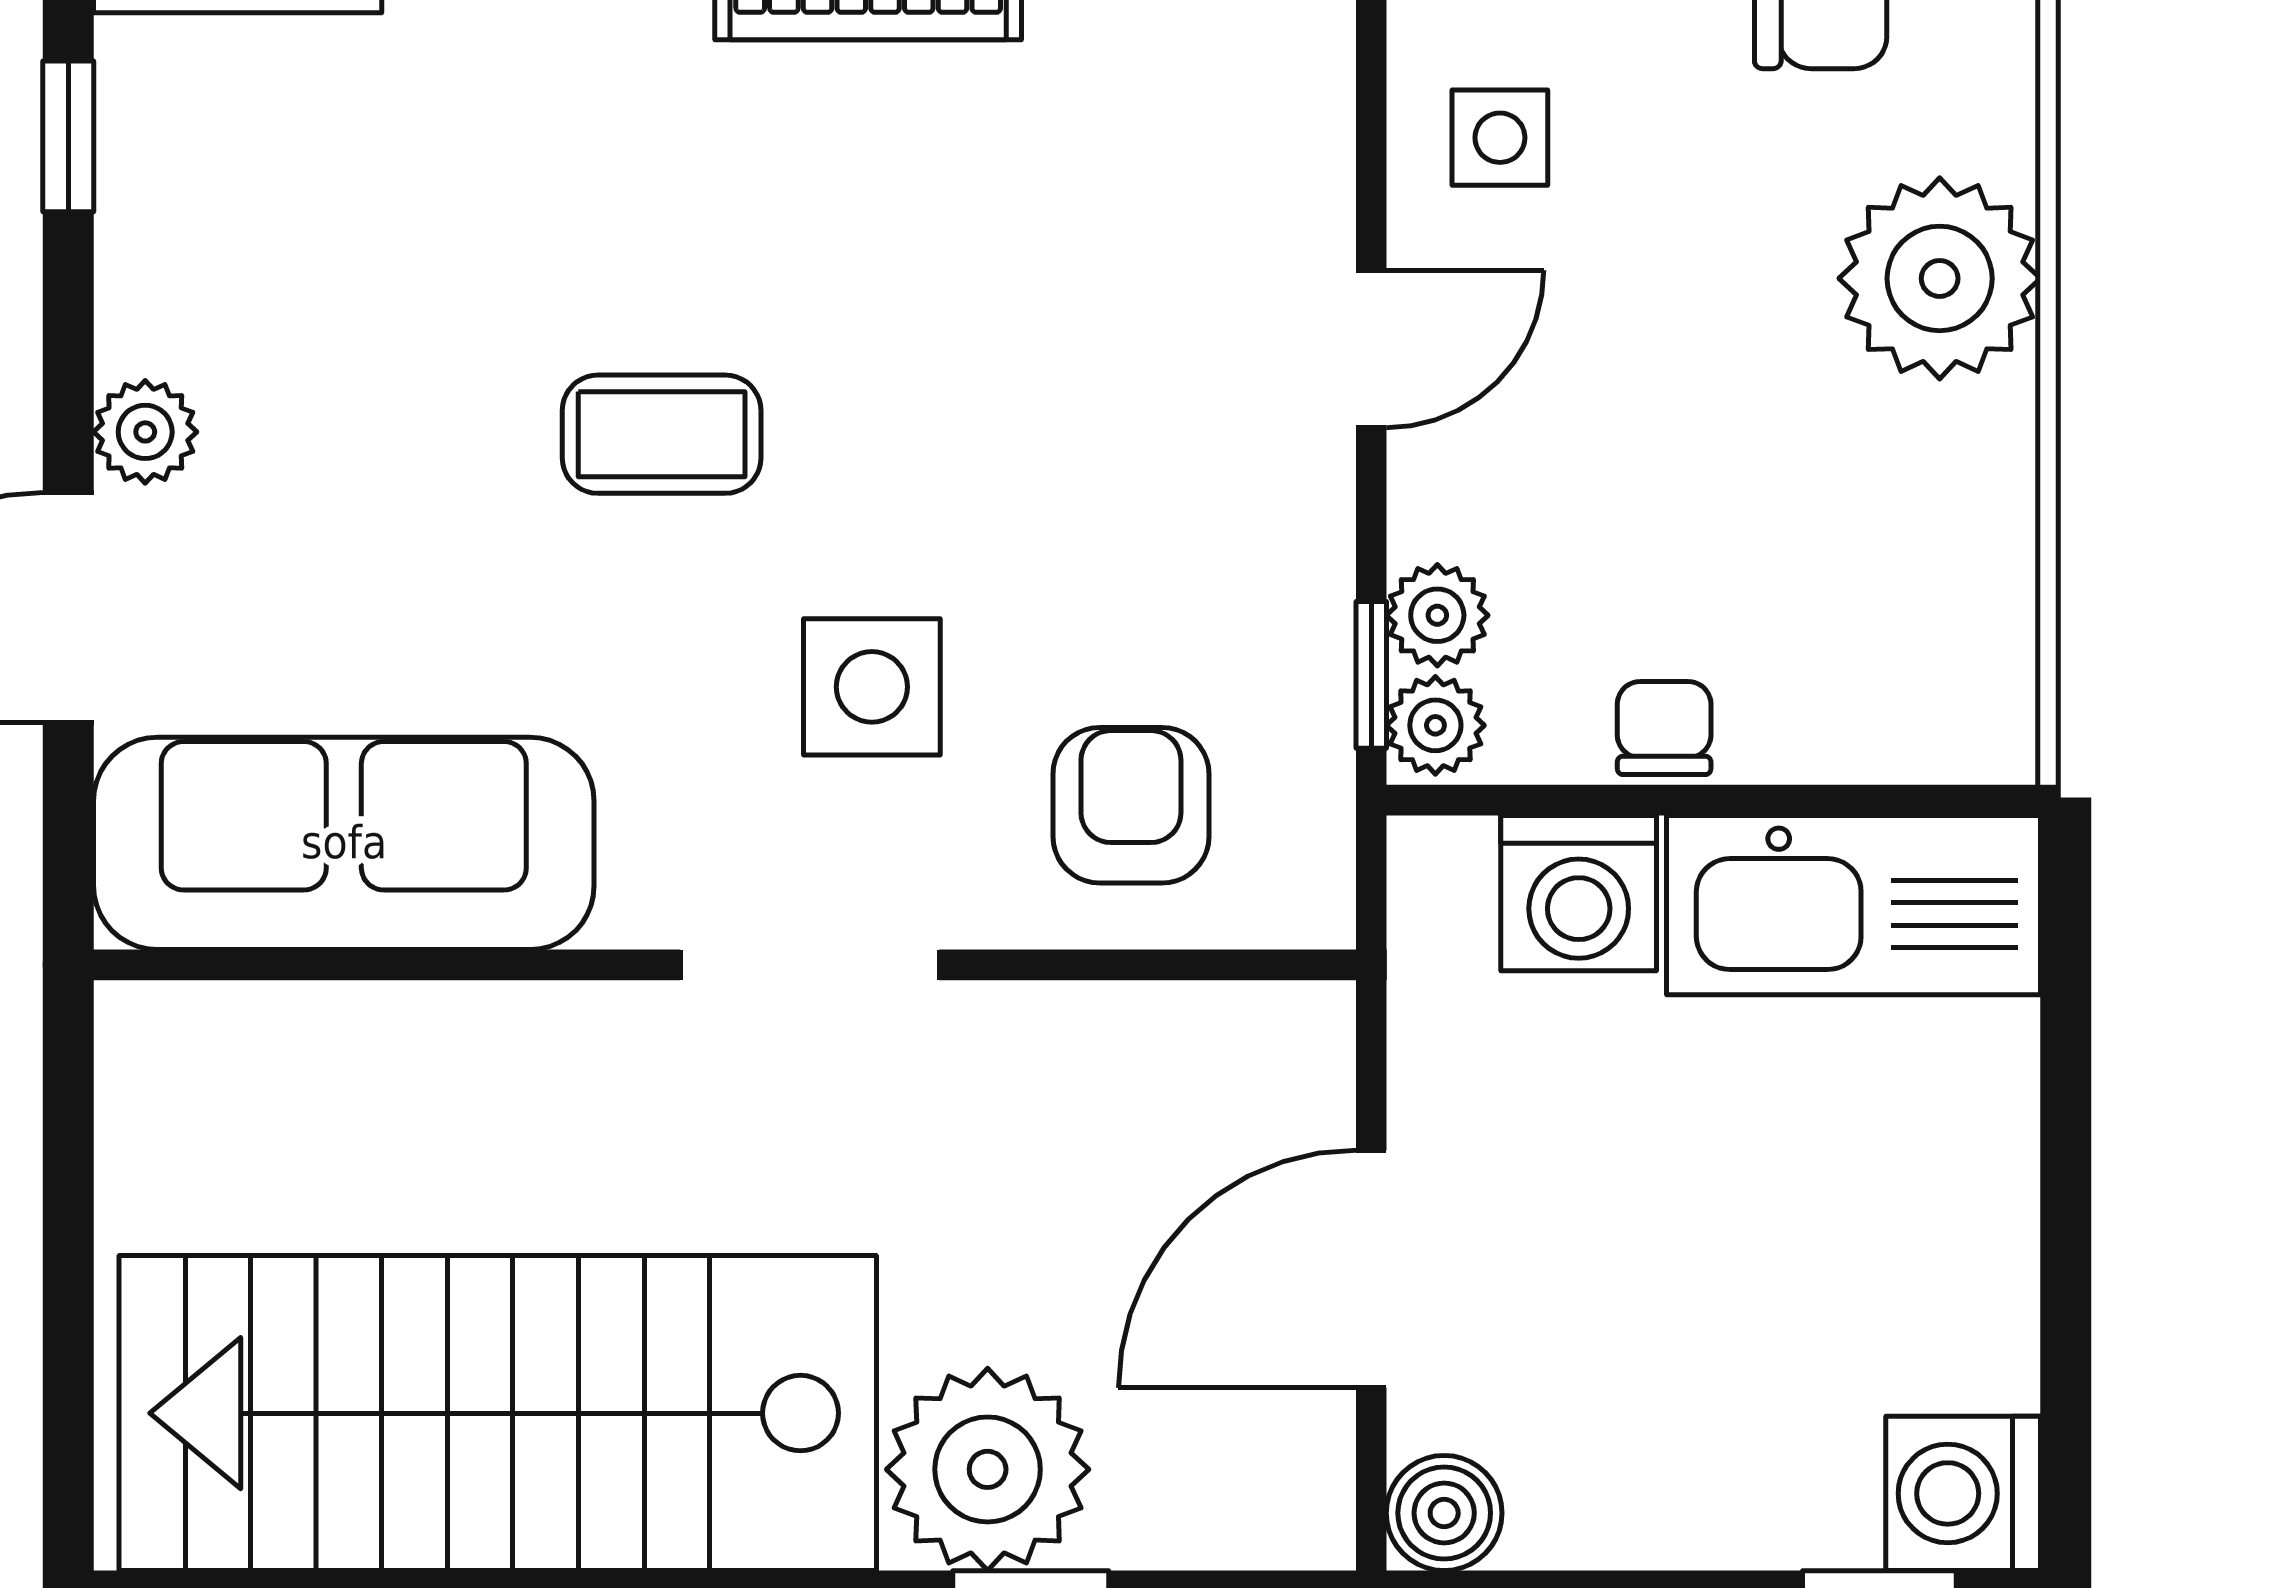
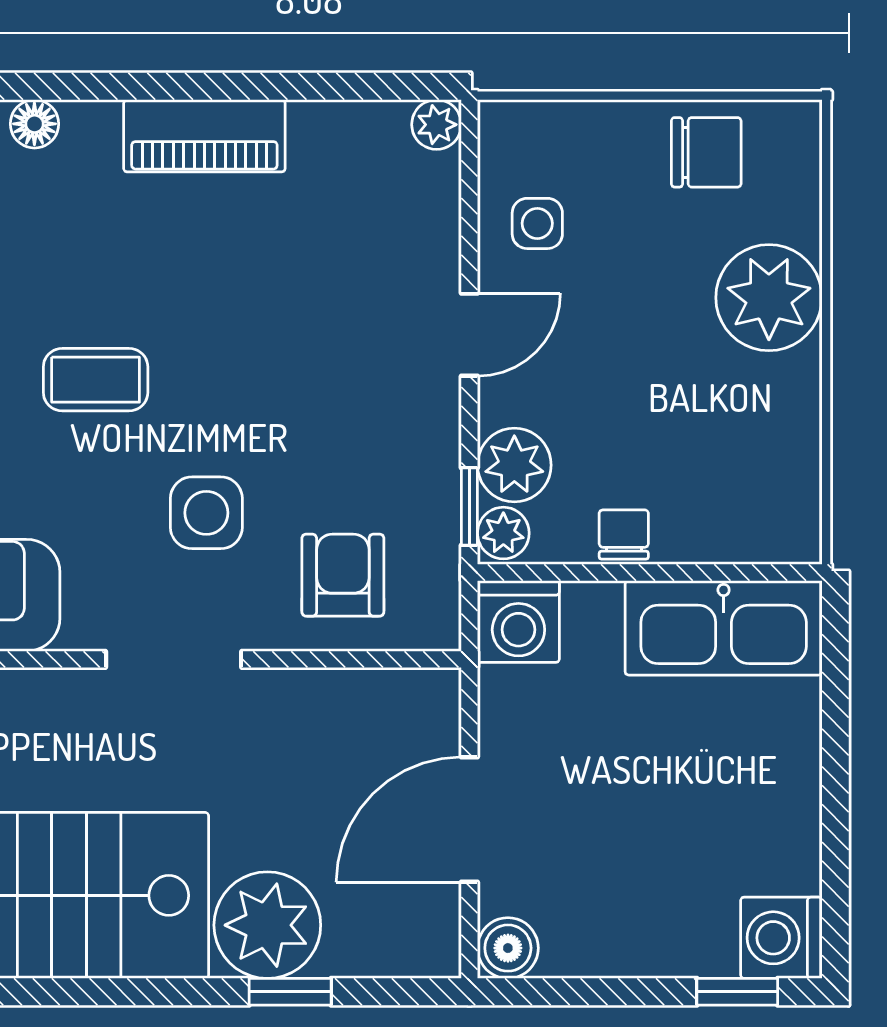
plant: (1437, 615) -> (514, 465), width x1.38, depth x1.38
washing machine: (1579, 893) -> (518, 621), moved

